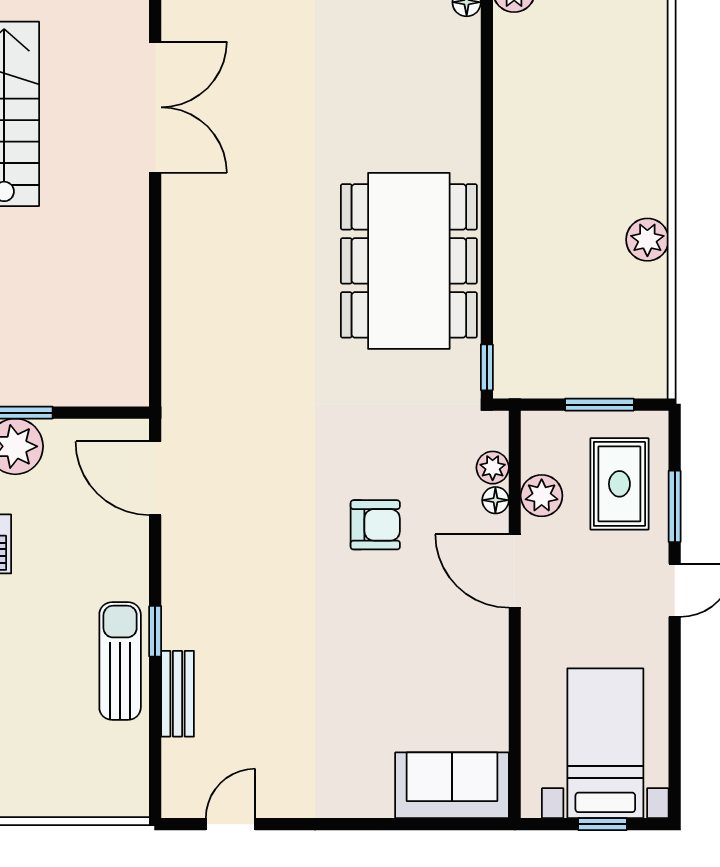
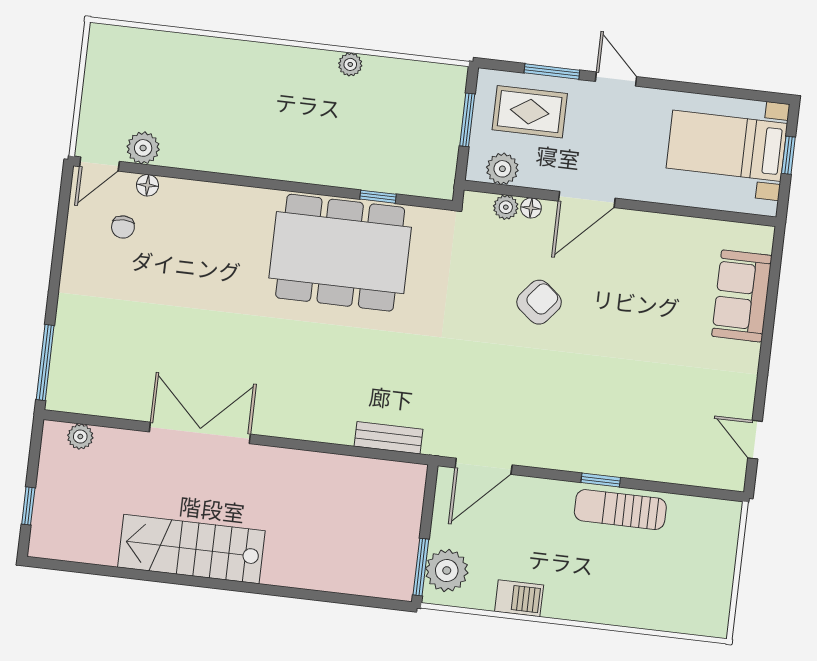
plant: (647, 240) -> (350, 64), width x0.73, depth x0.73
window: (487, 367) -> (378, 197), moved
plant: (542, 496) -> (502, 169), moved
armchair: (375, 525) -> (539, 302), turned 39
bench: (178, 694) -> (389, 438), moved
sofa: (452, 785) -> (742, 296), moved

